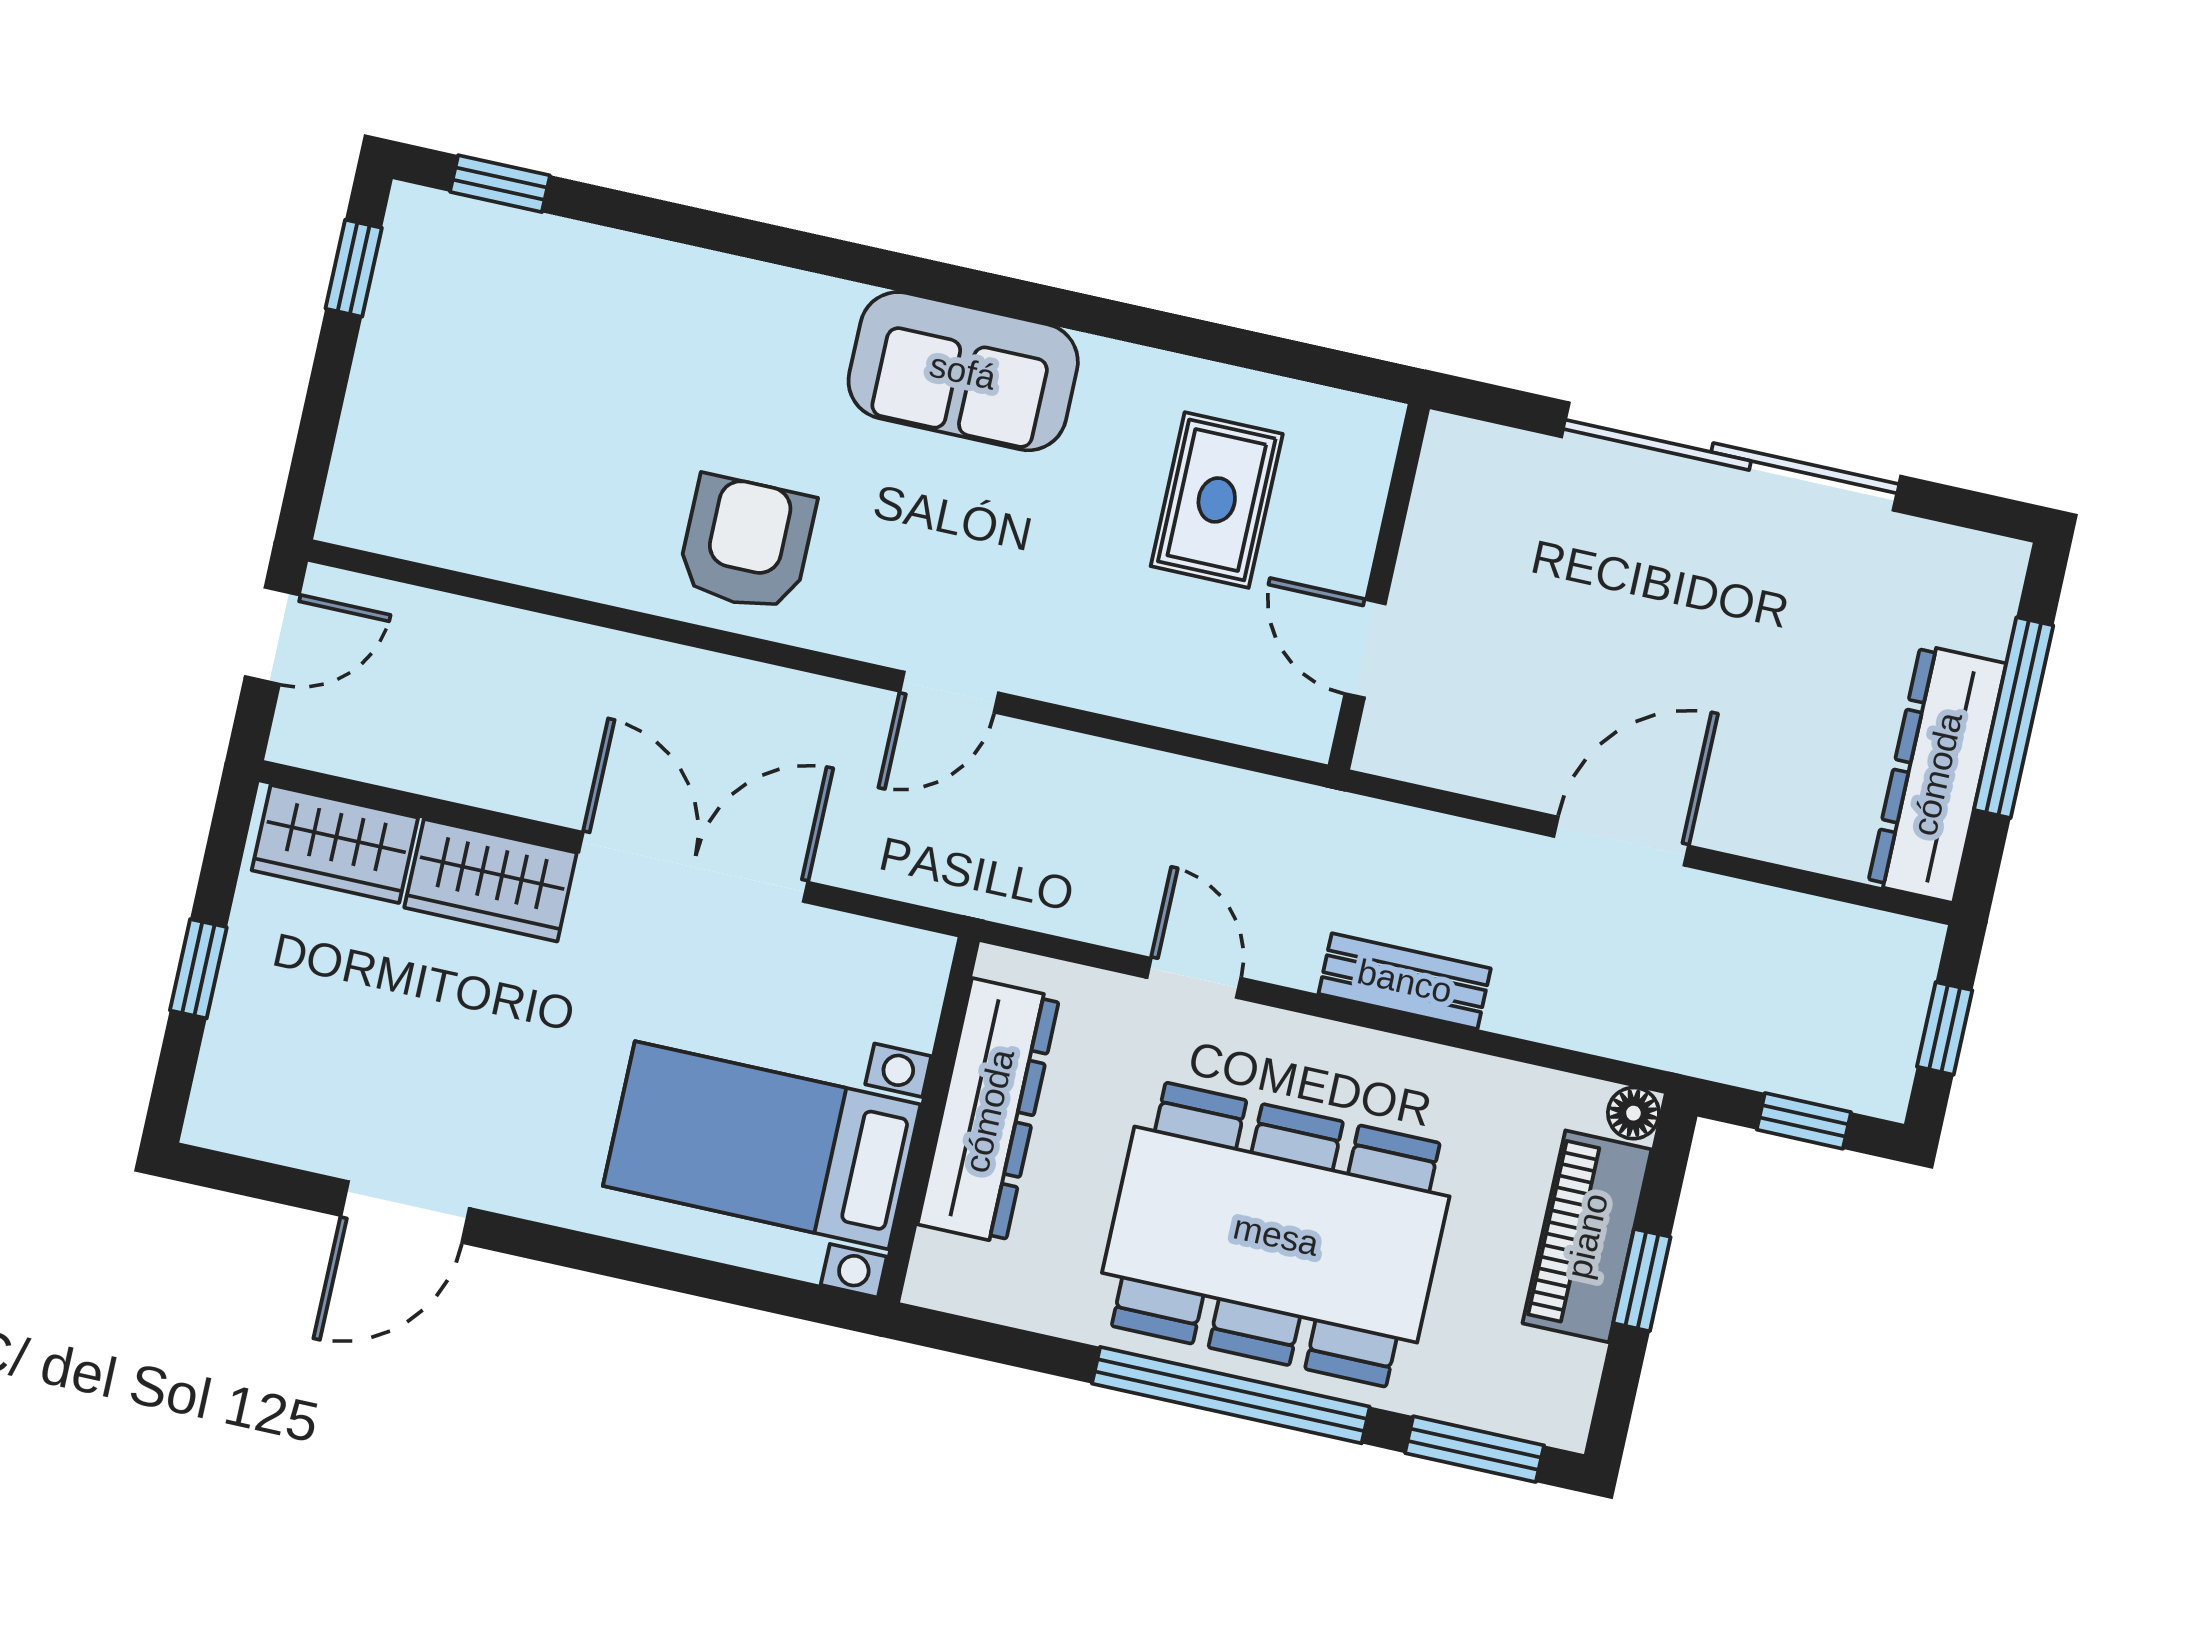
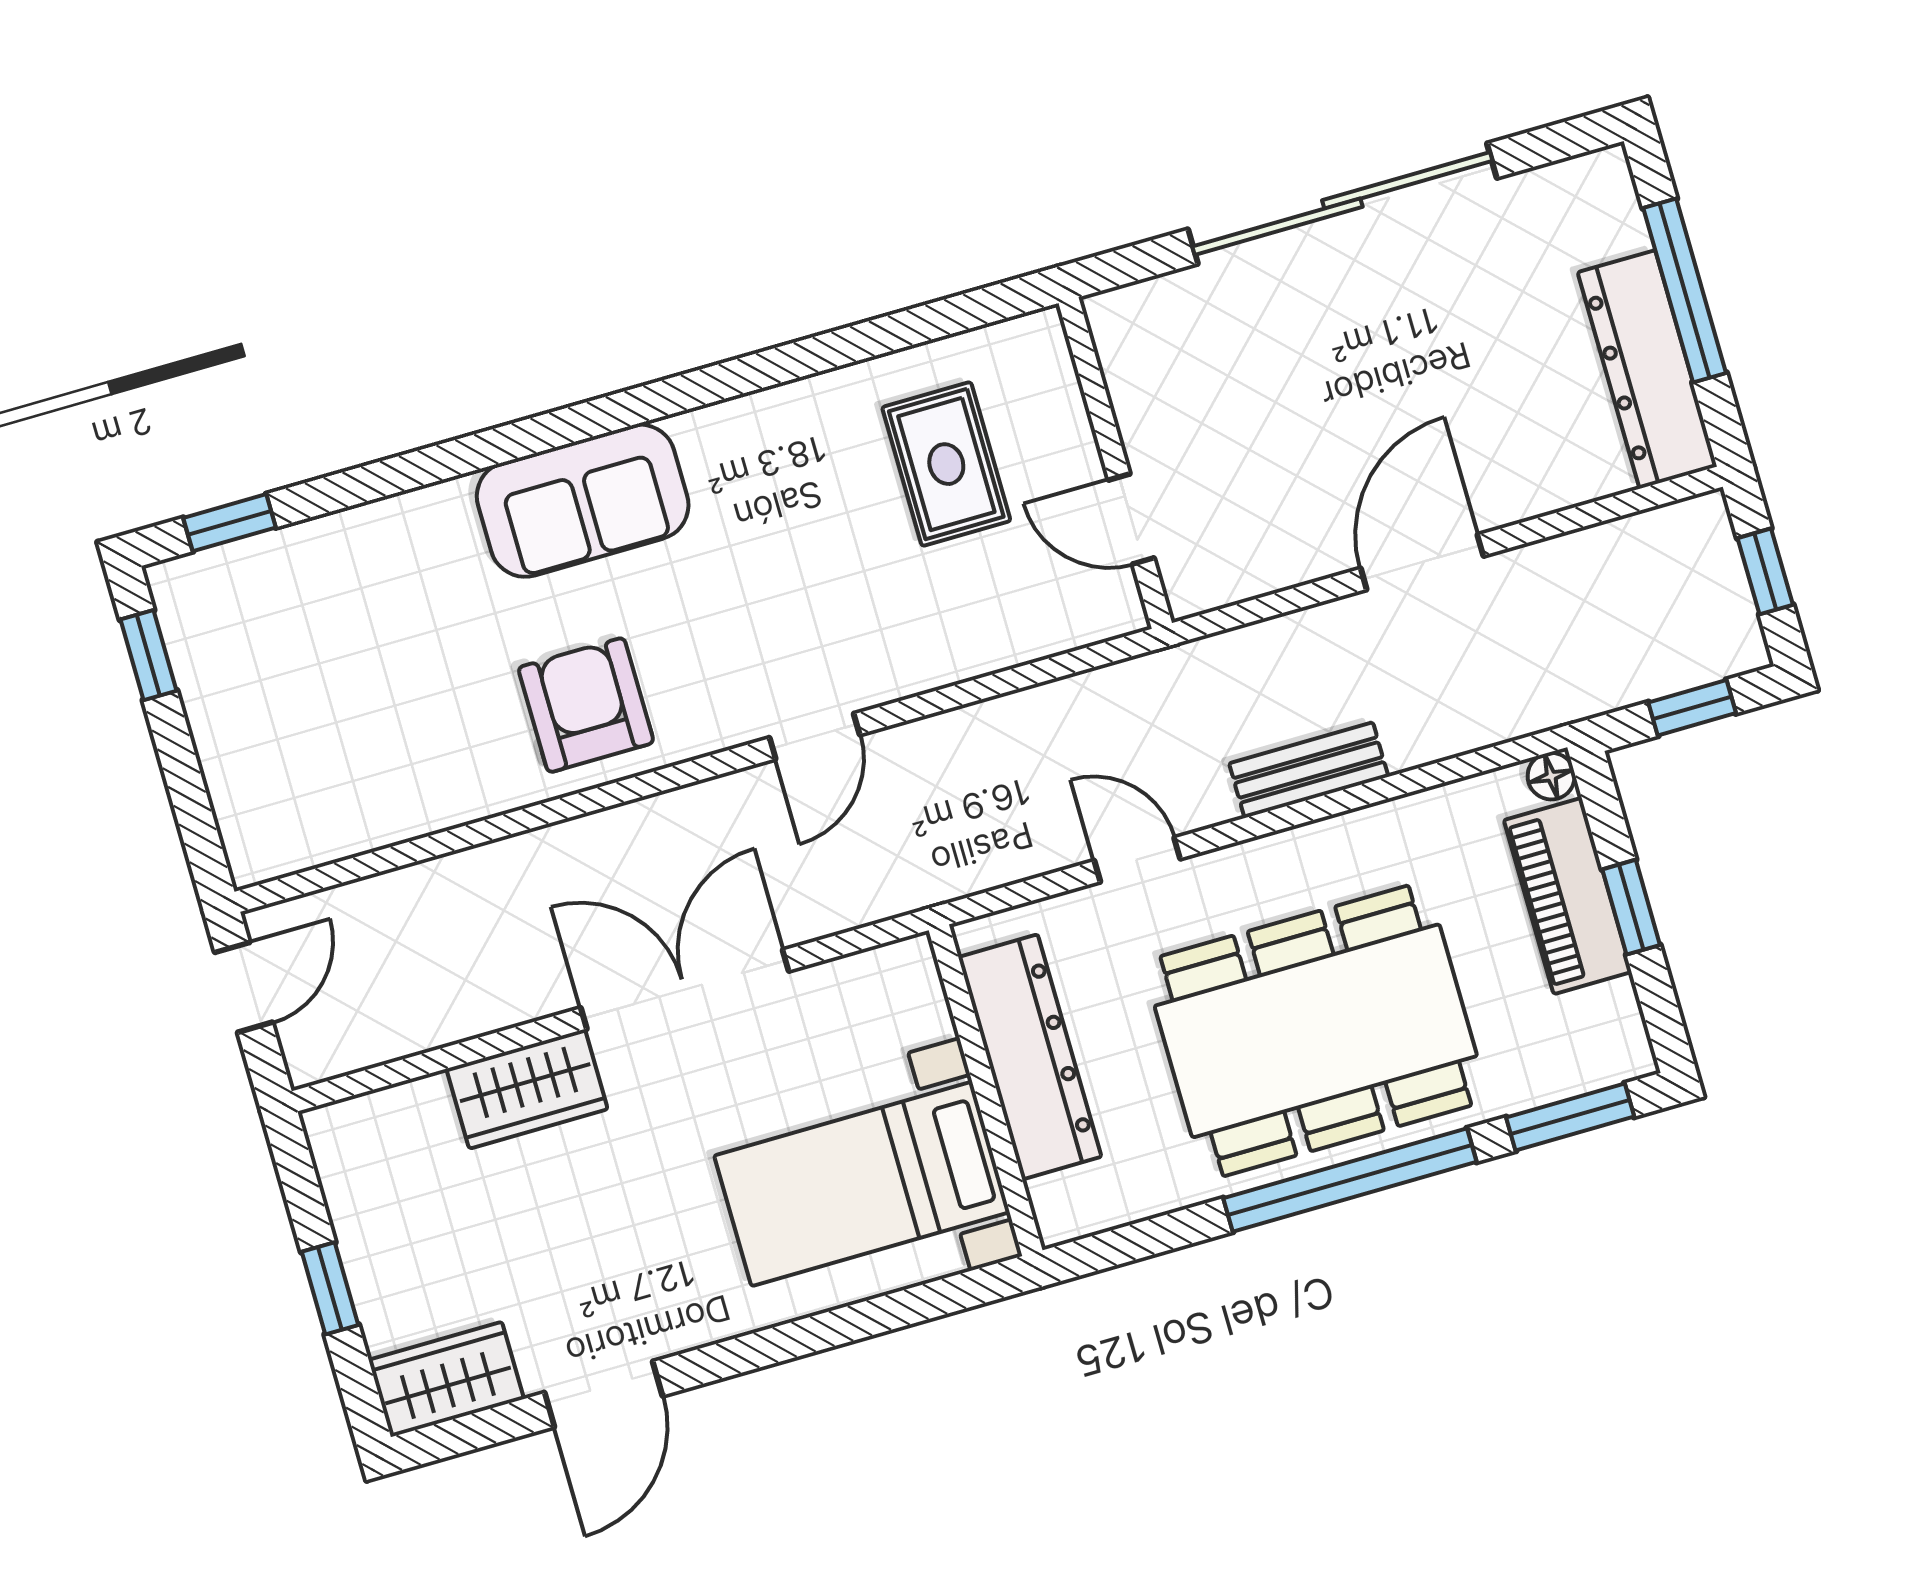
sofa: (963, 371) -> (583, 501), moved
wardrobe: (335, 844) -> (446, 1379), moved, turned 180

